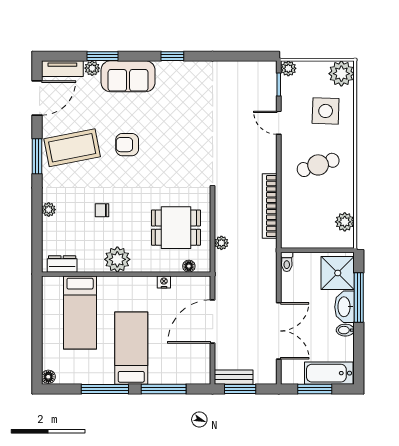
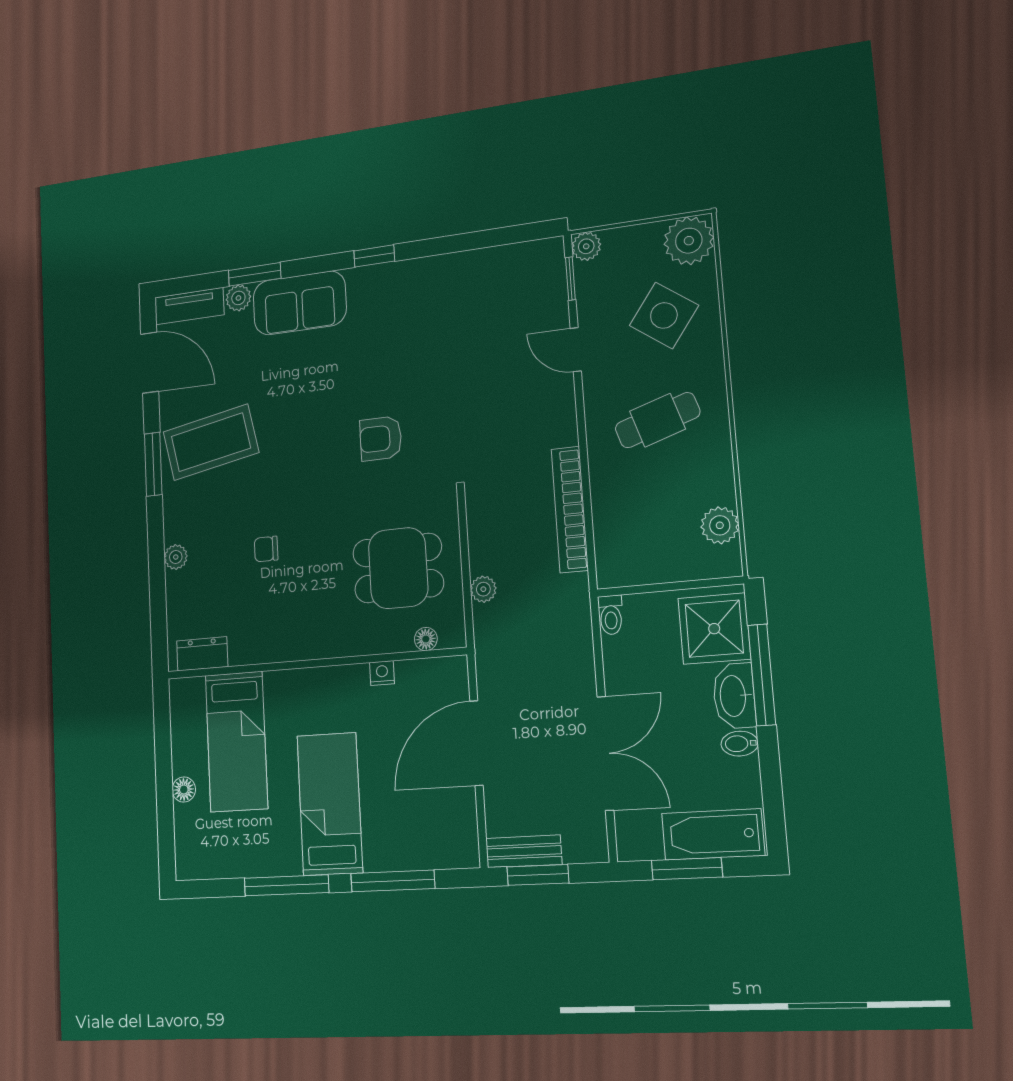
door: (37, 98) -> (150, 363), hinge flipped
side table: (326, 111) -> (664, 315), turned 34
armchair: (127, 145) -> (381, 439), moved
plant: (117, 259) -> (297, 637), removed
floor lamp: (48, 377) -> (184, 789), moved

